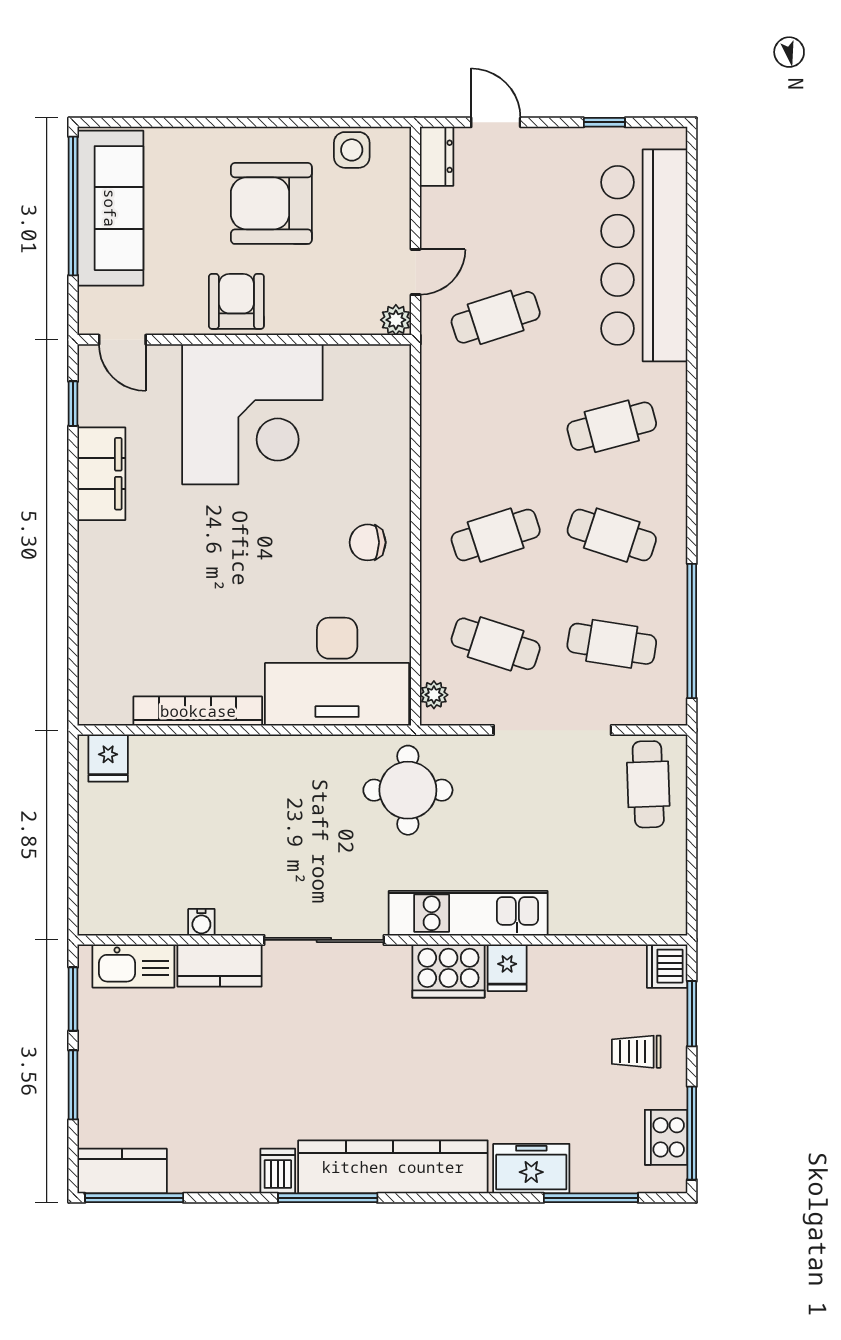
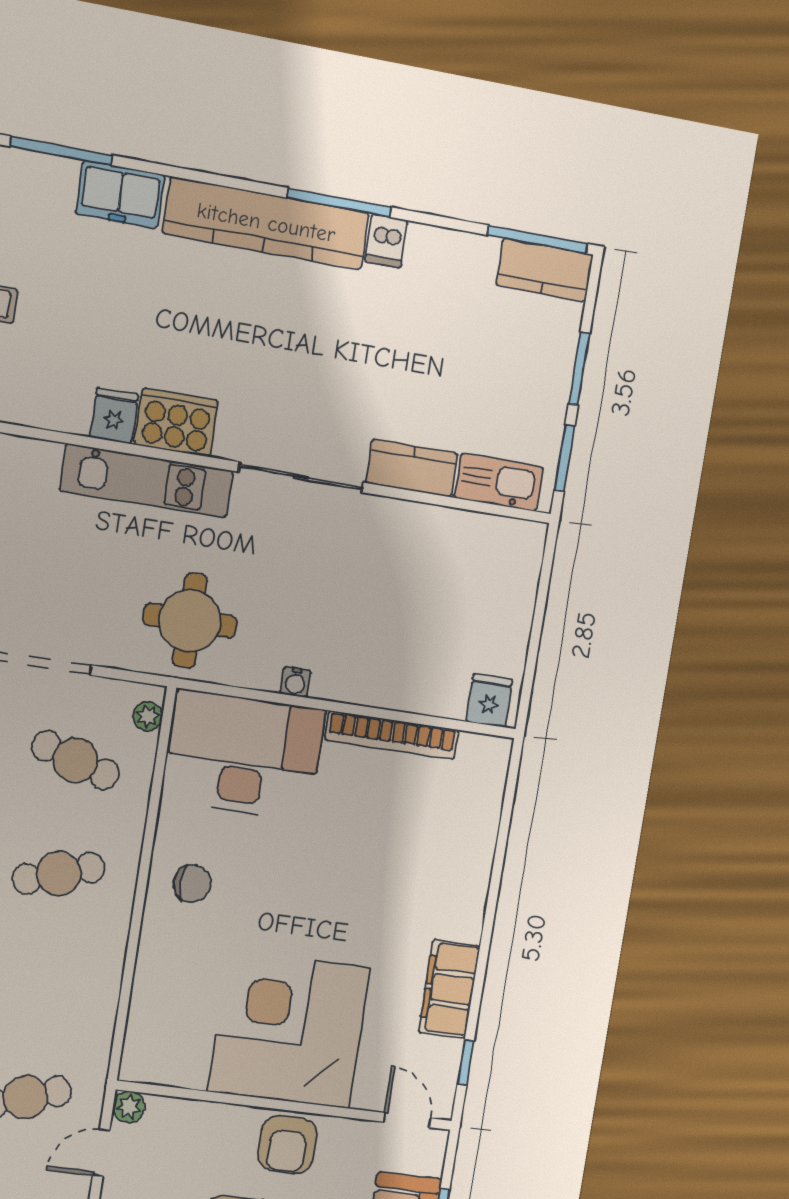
water cooler: (201, 922) -> (296, 682), moved, turned 180

